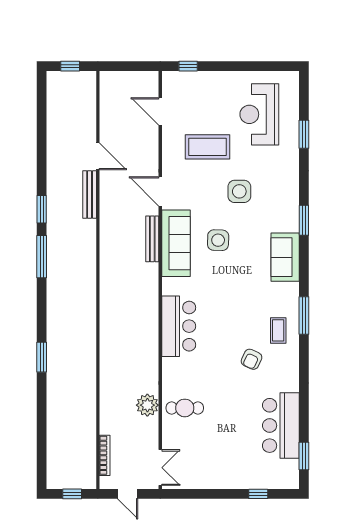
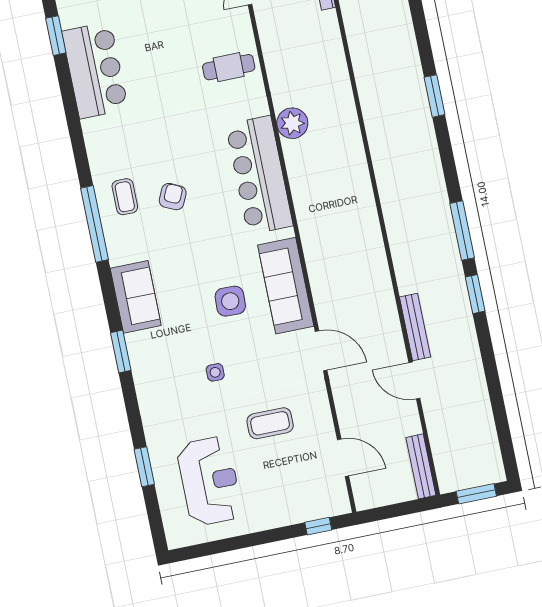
window: (70, 66) -> (476, 494), width x1.50
coffee table: (207, 147) -> (270, 423), width x0.73, depth x0.76
side table: (239, 191) -> (215, 372), width x0.54, depth x0.54
bench: (152, 239) -> (421, 466), moved
window: (304, 315) -> (95, 224), width x1.46
bar counter: (179, 326) -> (259, 175), width x1.36
armchair: (252, 359) -> (173, 197), moved
plant: (147, 405) -> (292, 123), moved

